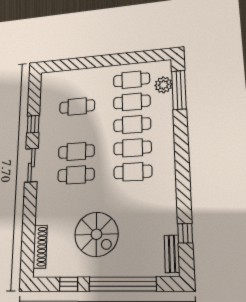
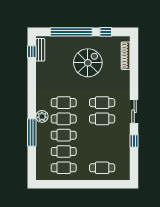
plant: (163, 85) -> (42, 116), moved
window: (179, 90) -> (32, 133), moved
cafe table: (77, 106) -> (102, 168), moved
window: (185, 233) -> (32, 52), moved
spiral stairs: (96, 234) -> (88, 63), turned 90

